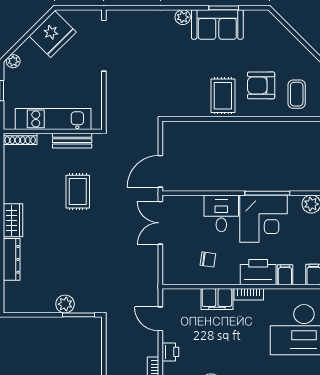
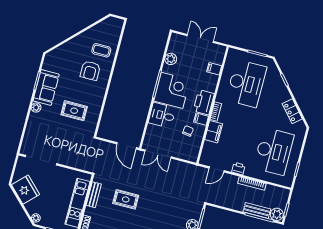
rug: (223, 96) -> (74, 111), moved
filing cabinet: (285, 275) -> (201, 119), moved

